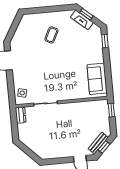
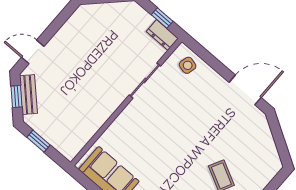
window: (111, 110) -> (39, 141), moved
window: (14, 122) -> (162, 18), added

